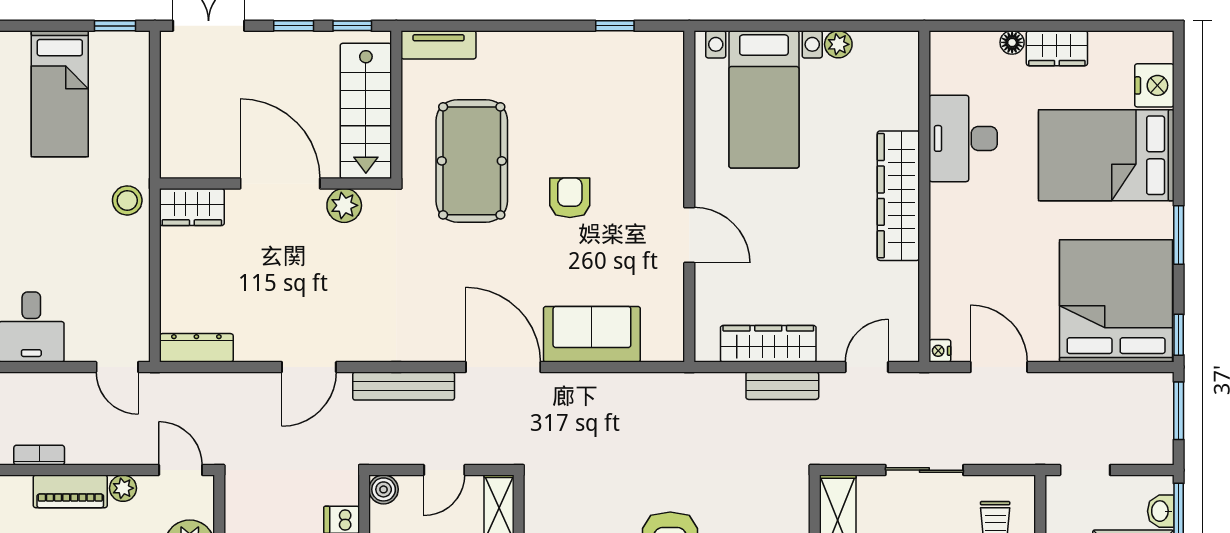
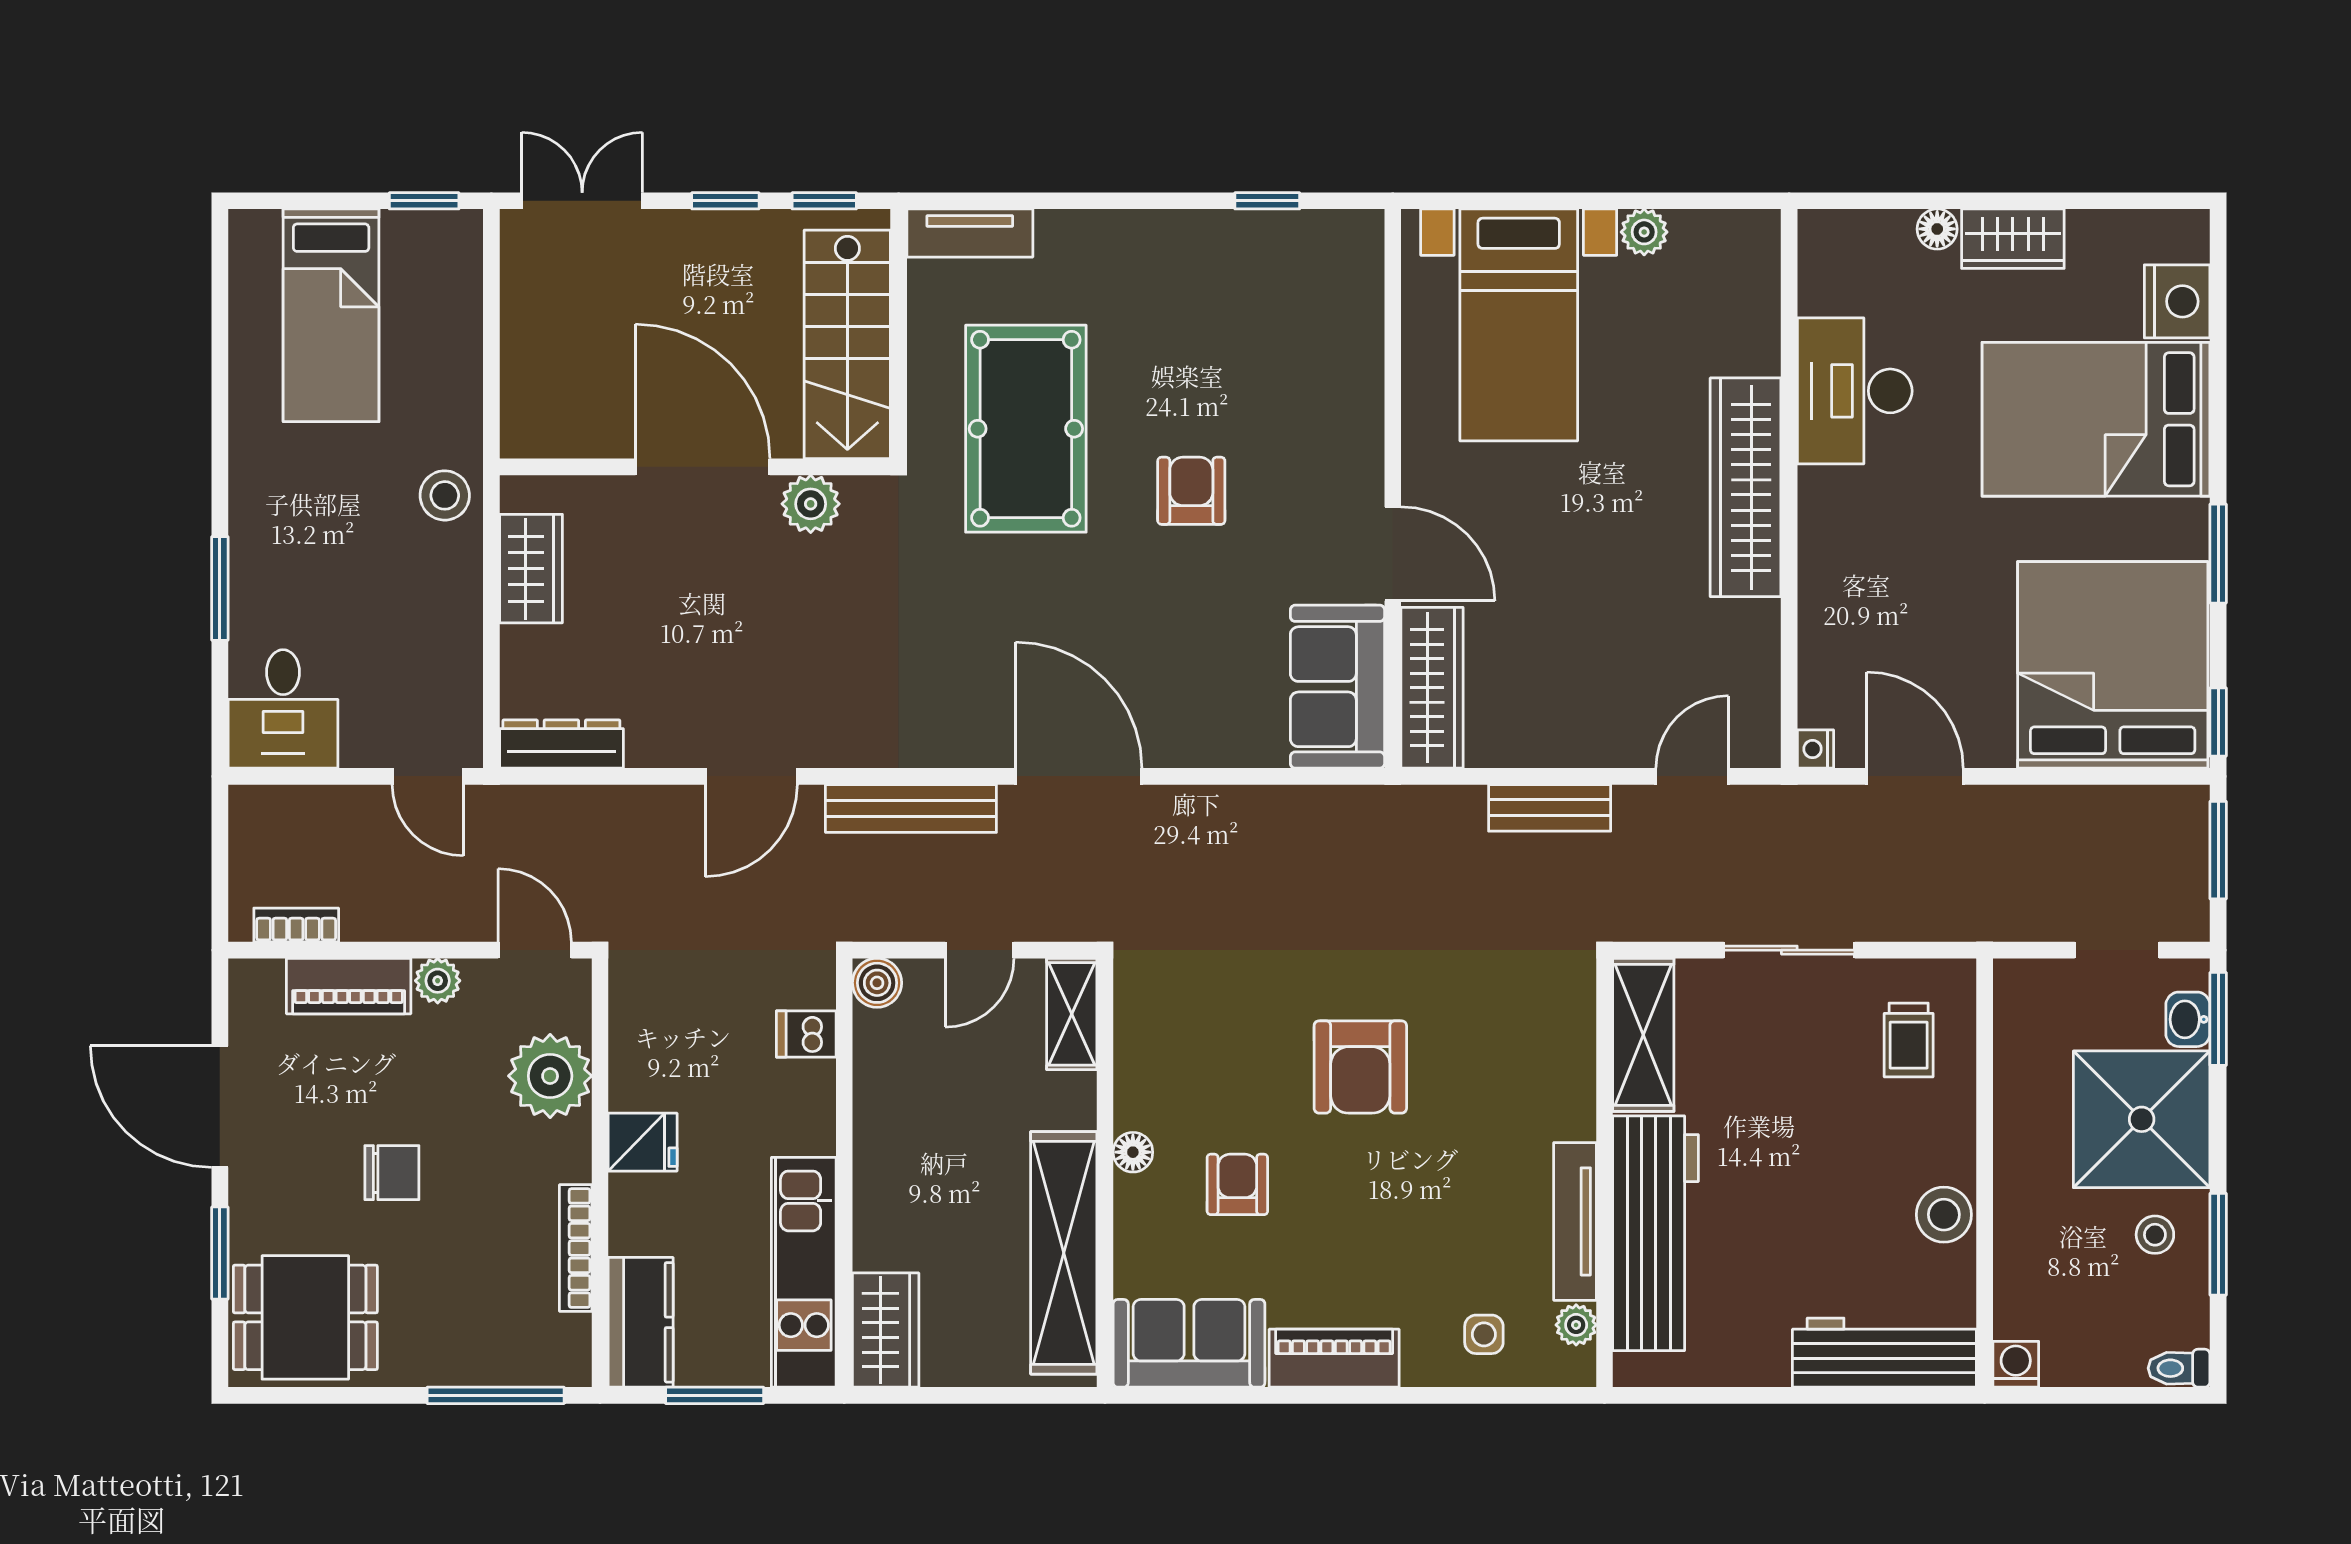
wardrobe: (192, 207) -> (531, 569), moved, turned -90
sofa: (592, 334) -> (1337, 687), moved, turned -90
wardrobe: (768, 344) -> (1432, 688), moved, turned 90
doorway: (1085, 470) -> (2117, 950), moved

